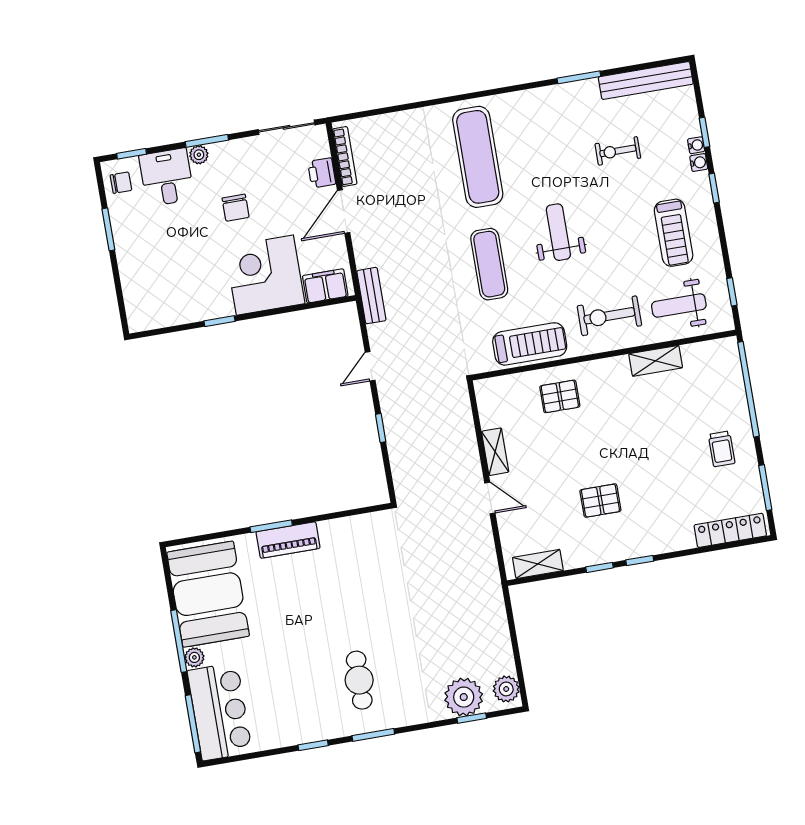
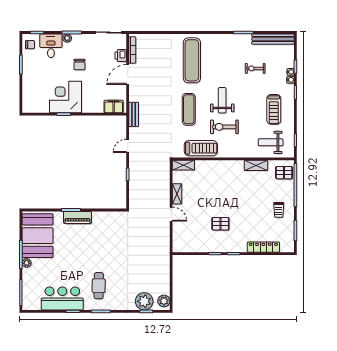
corner desk: (265, 275) -> (66, 97), moved
exercise bike: (609, 316) -> (224, 127), moved
pallet: (560, 396) -> (284, 173), moved
locker: (730, 530) -> (263, 247), moved
shelving: (538, 564) -> (183, 165), moved
bar counter: (220, 712) -> (62, 298), moved, turned -90

